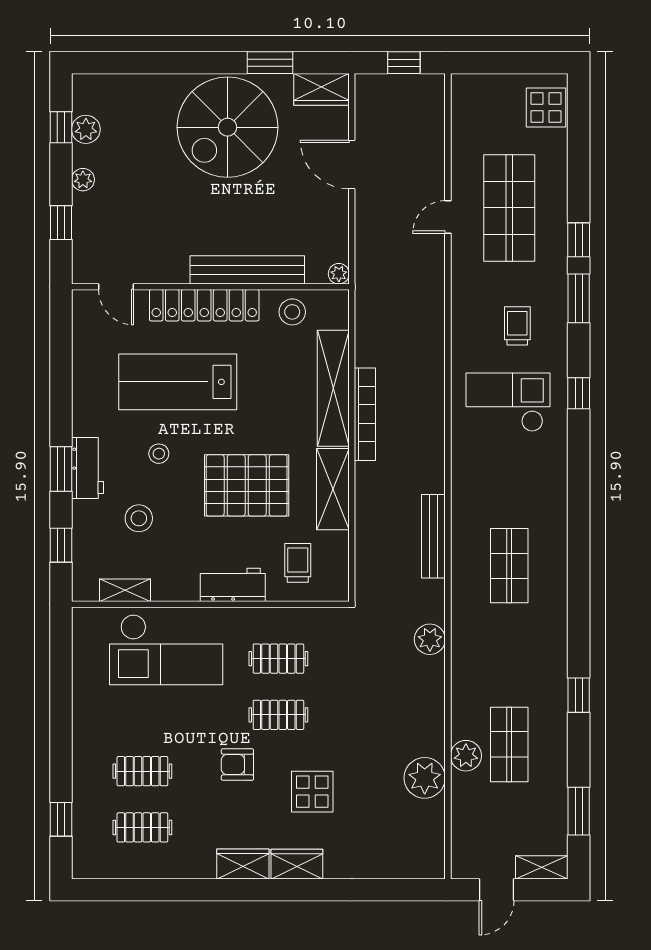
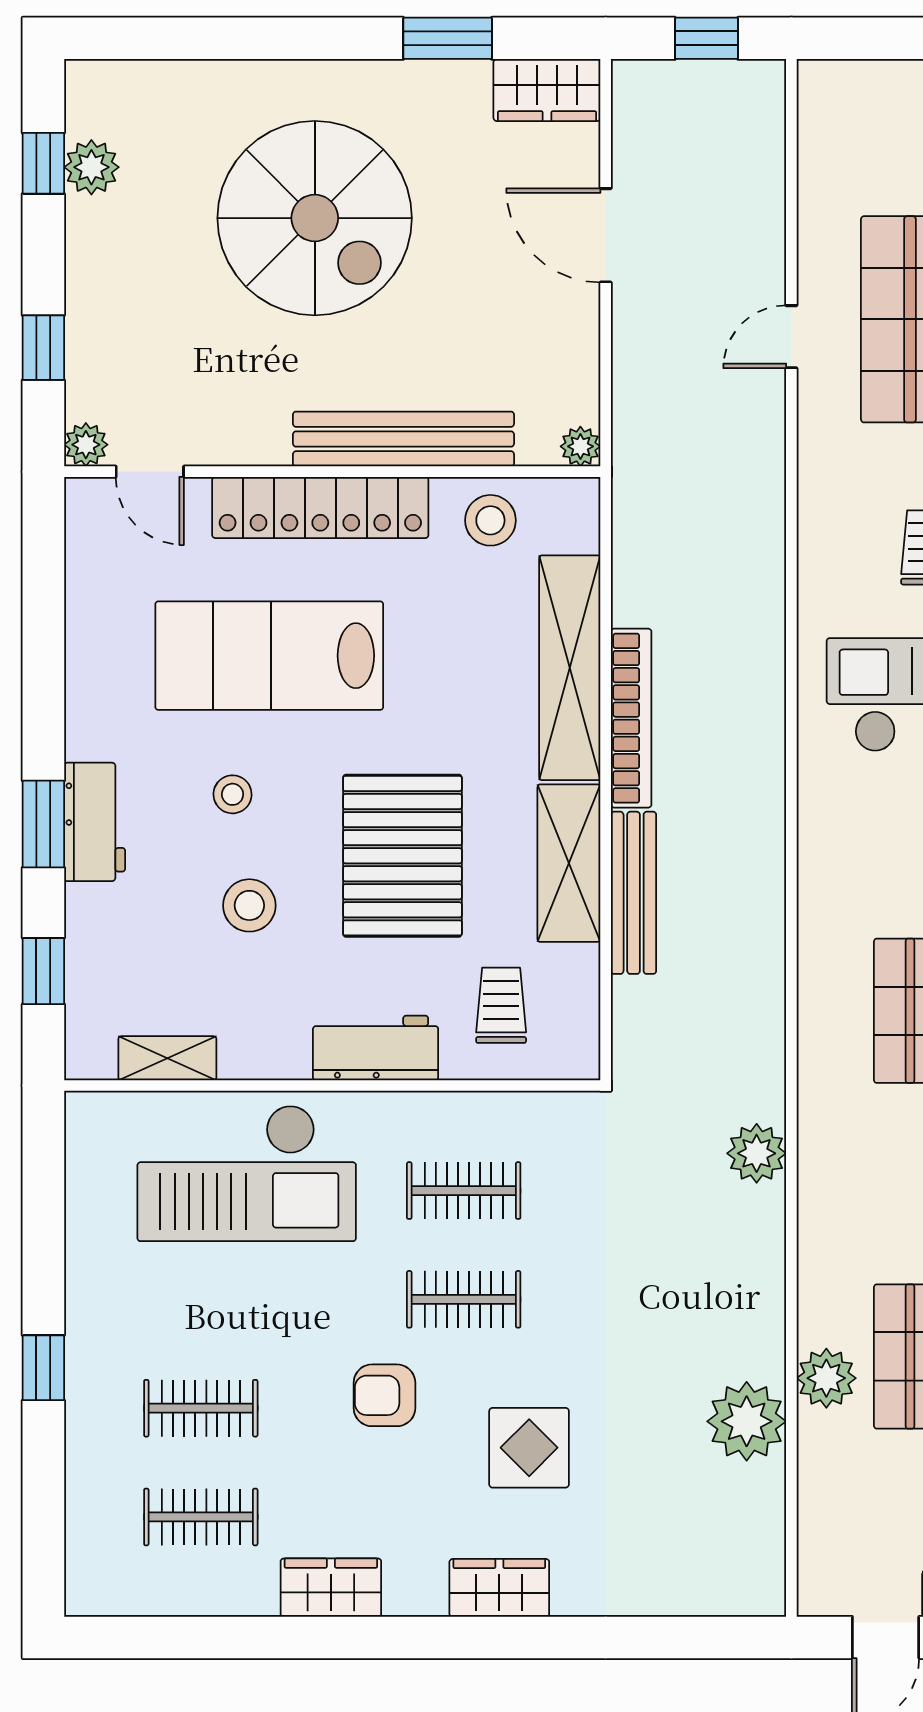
spiral stairs: (228, 127) -> (315, 218), moved, turned -90
plant: (83, 180) -> (86, 445), moved
pallet: (247, 485) -> (402, 856), turned 90
stool: (139, 518) -> (249, 905), moved
bench: (433, 536) -> (634, 893), moved
window: (61, 819) -> (43, 1368), moved
wardrobe: (243, 864) -> (331, 1588), moved

